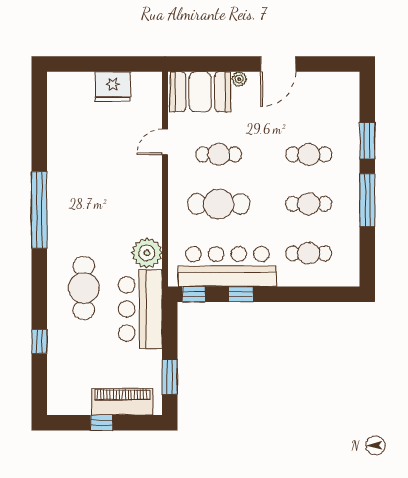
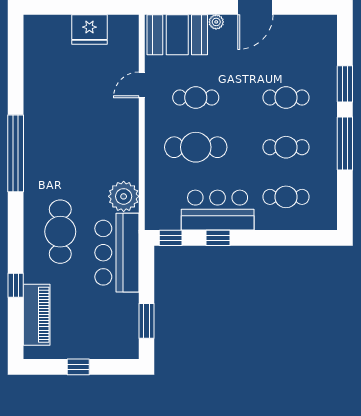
bar counter: (227, 266) -> (218, 210), width x0.73
piano: (122, 402) -> (37, 315), moved, turned 90

